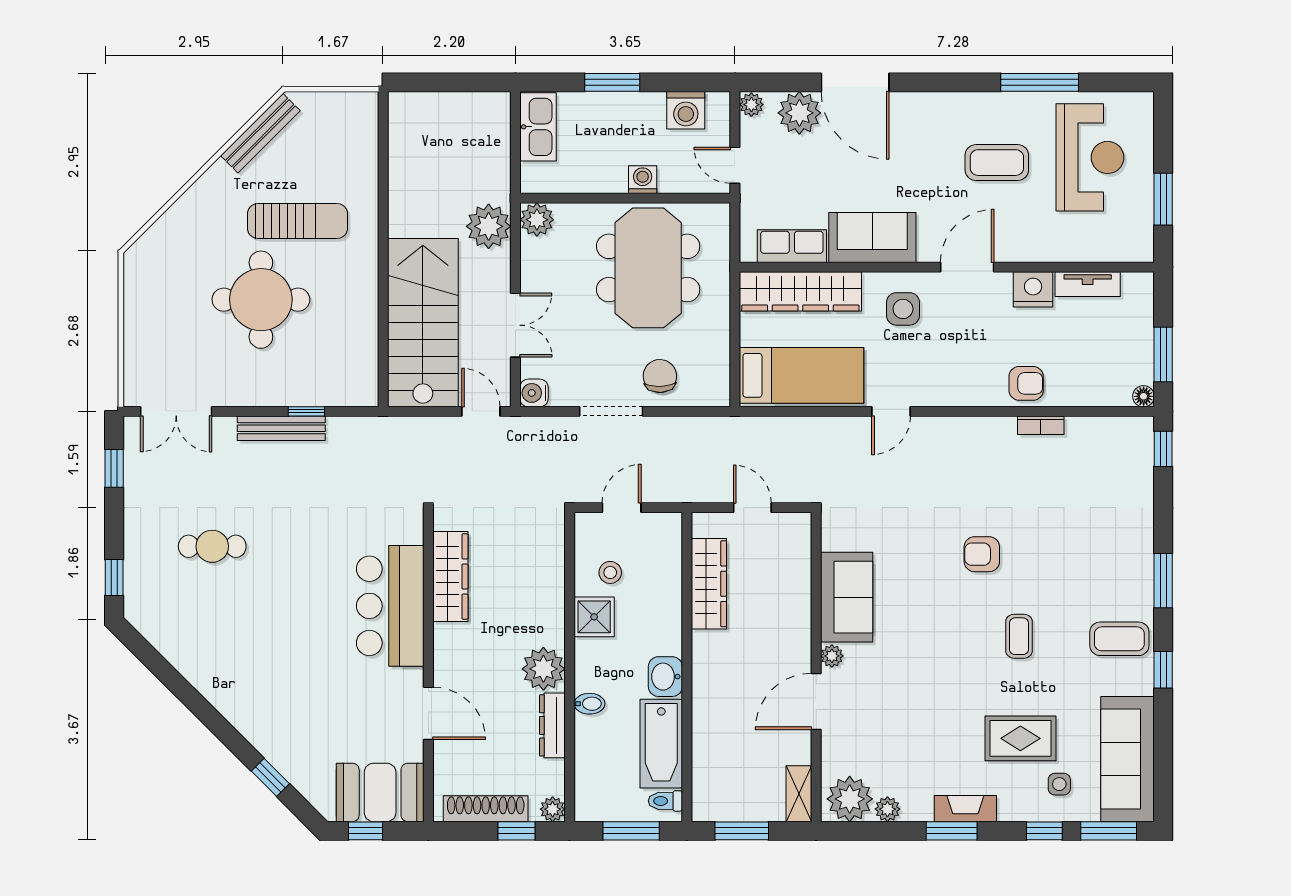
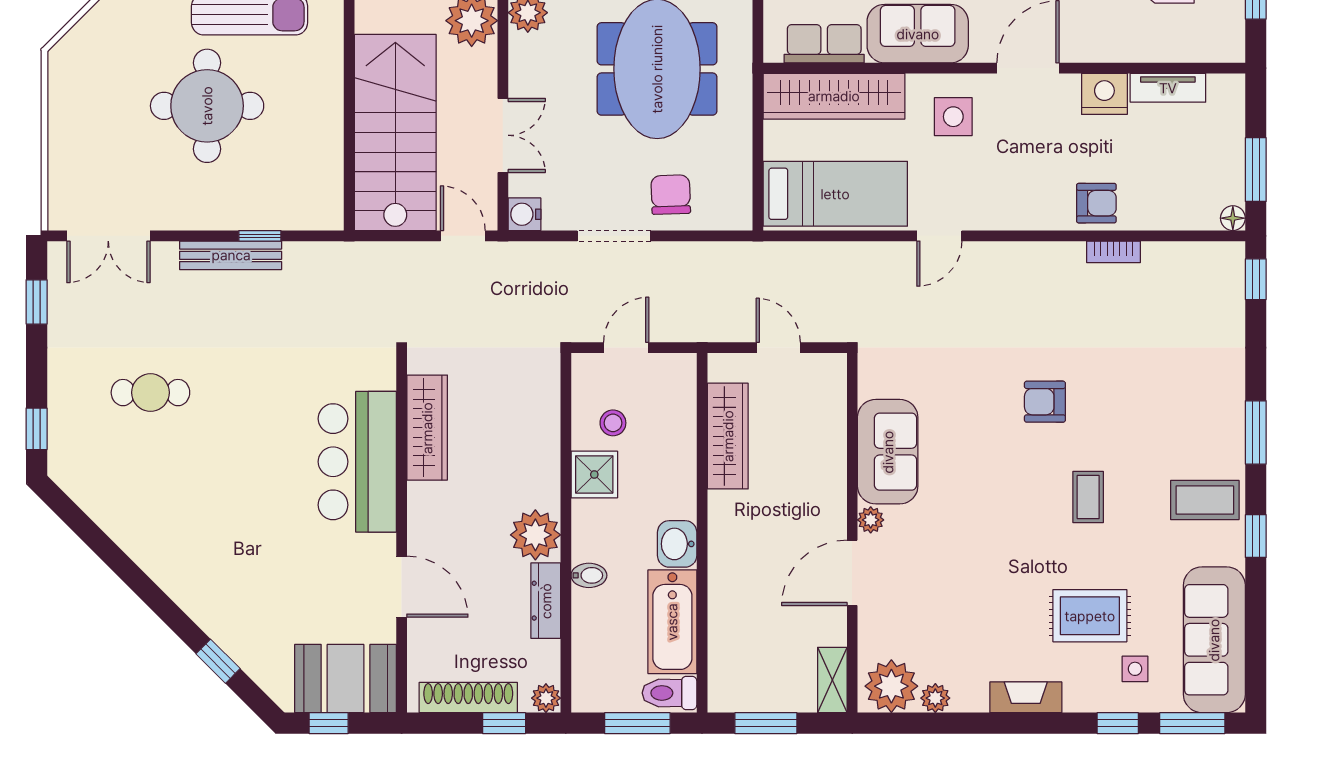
toilet: (665, 801) -> (669, 693), width x1.37, depth x1.39
window: (952, 831) -> (1010, 723), removed

